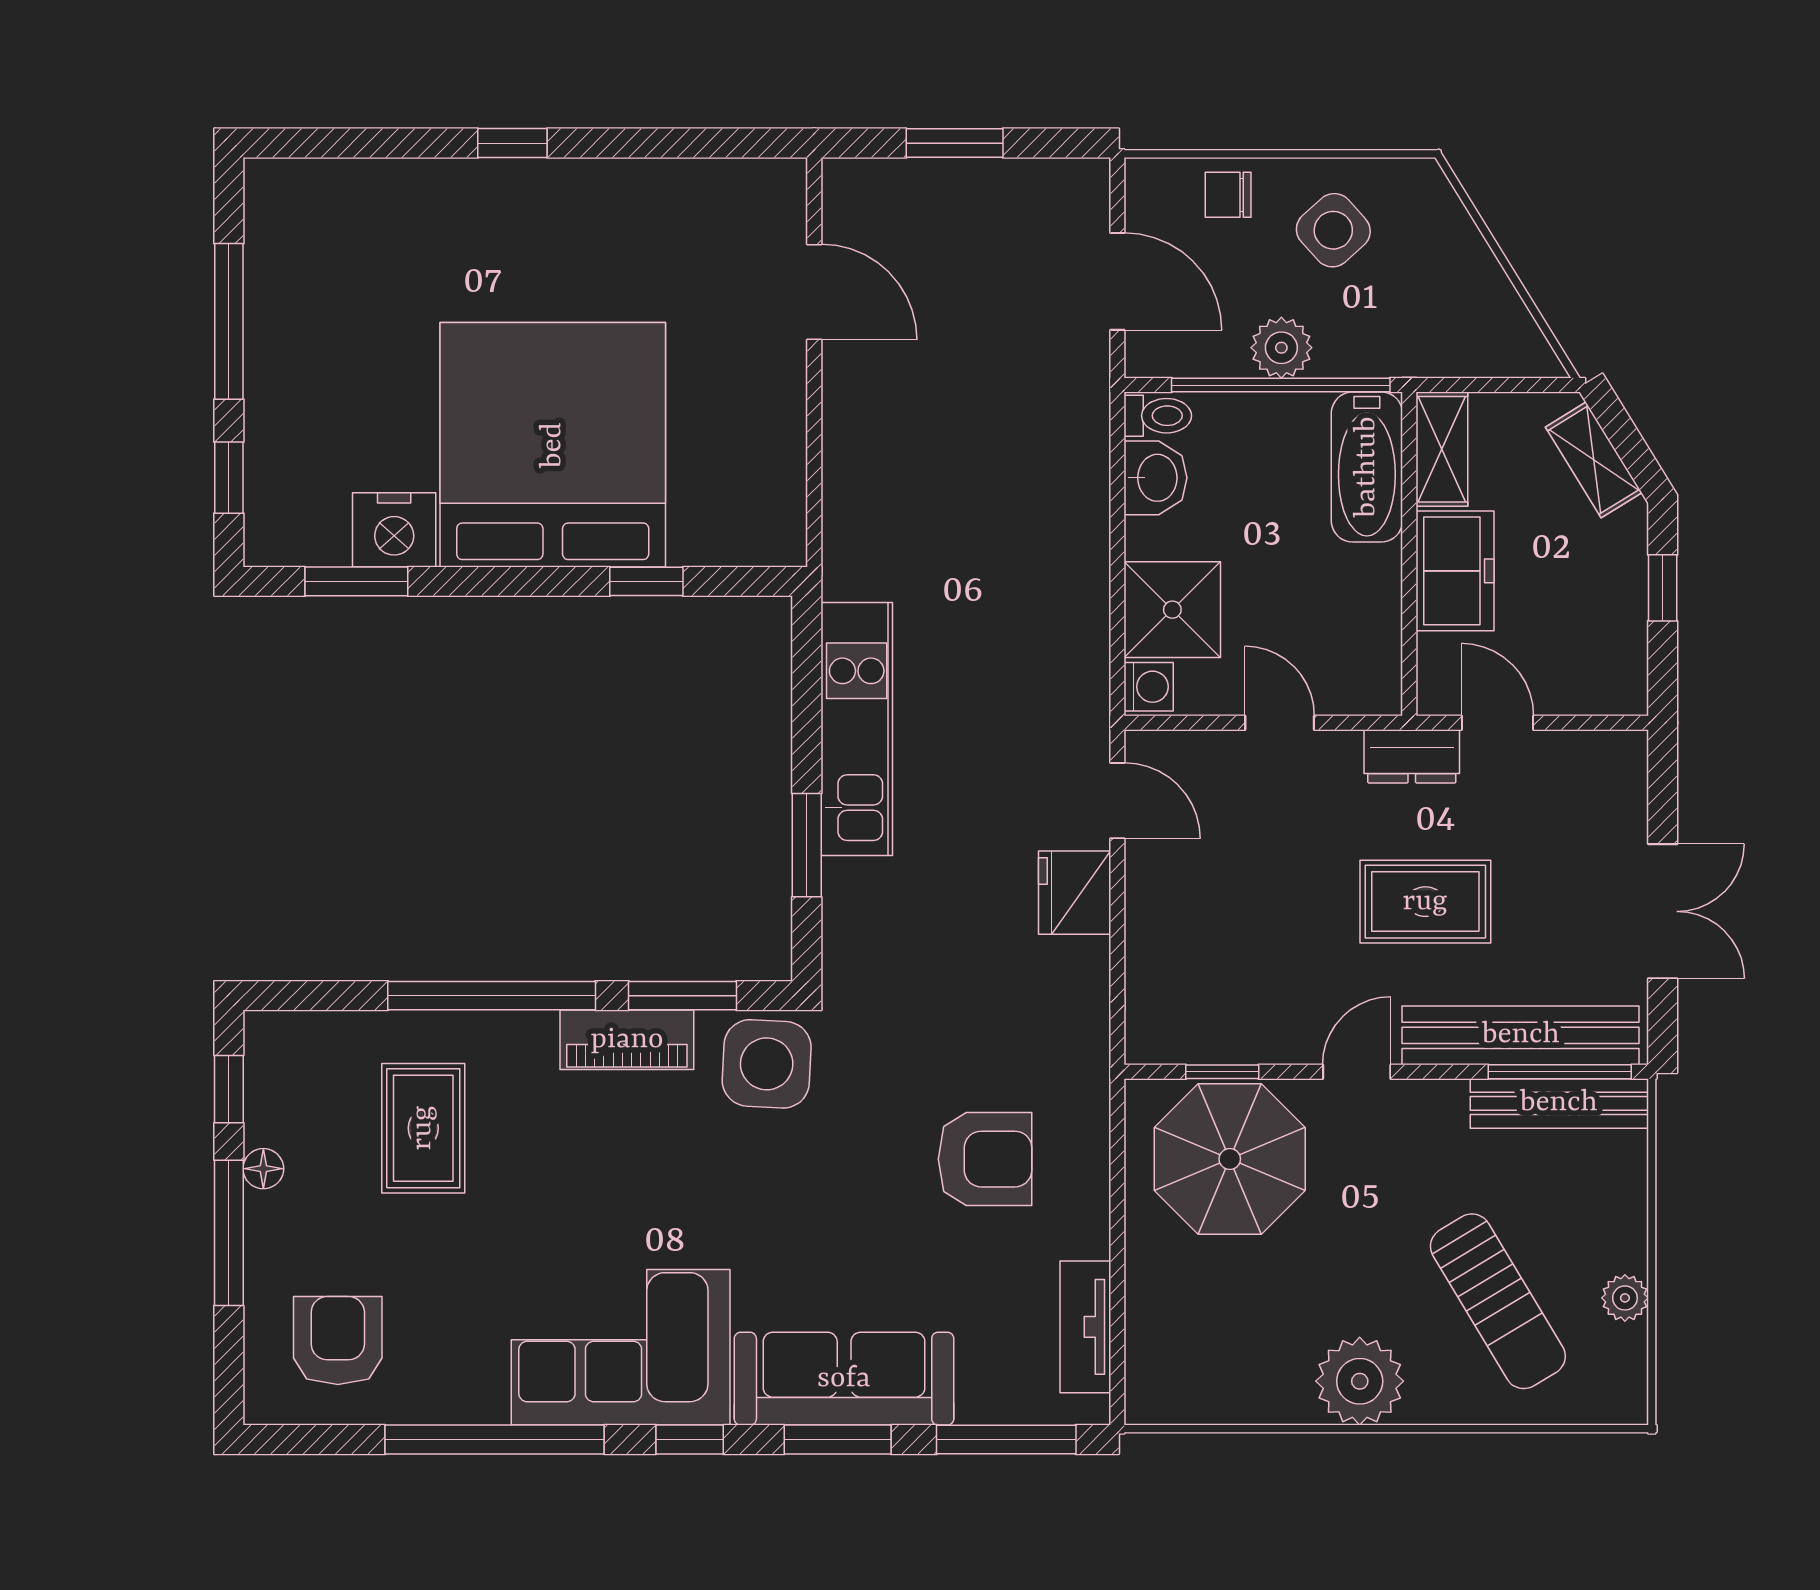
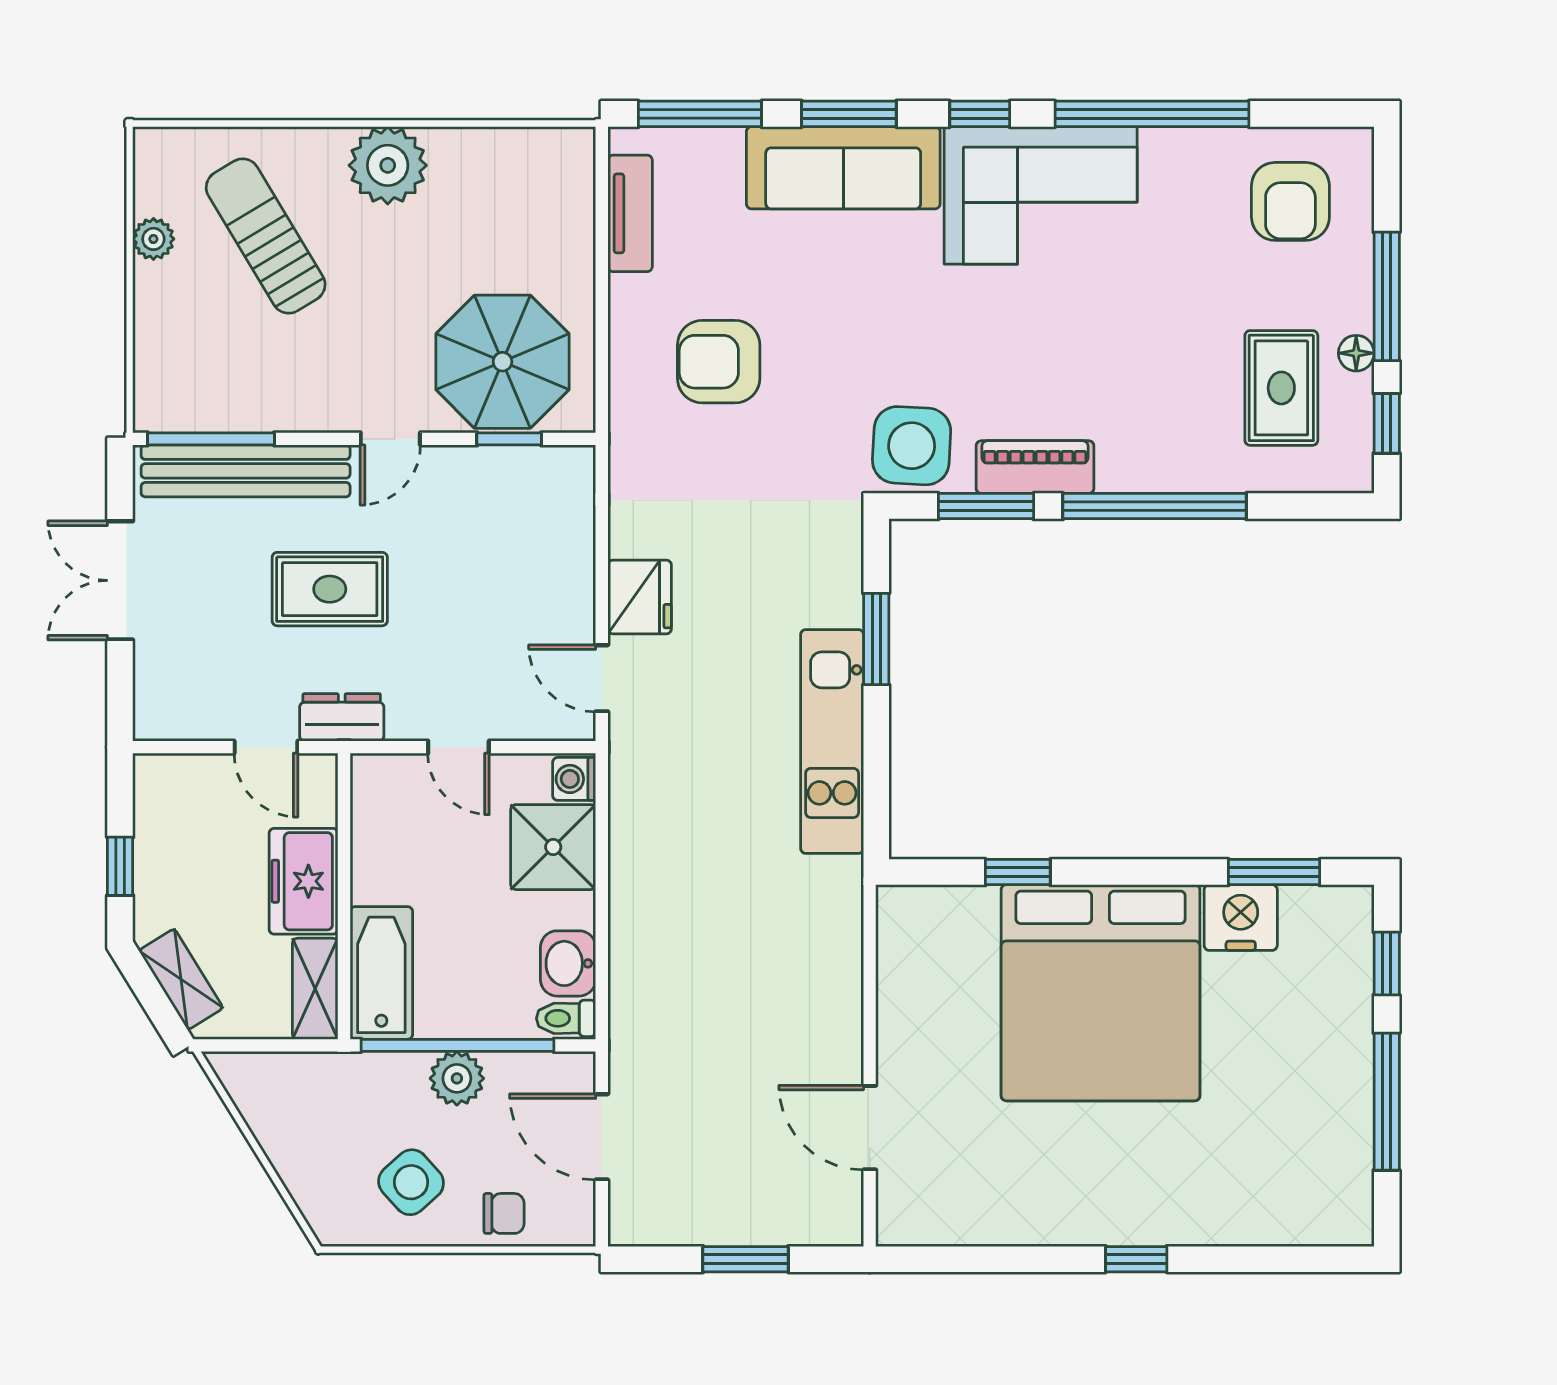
bench: (1559, 1103) -> (211, 411), removed
rug: (423, 1128) -> (1281, 388), moved

